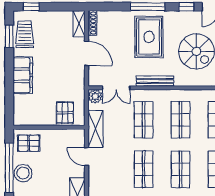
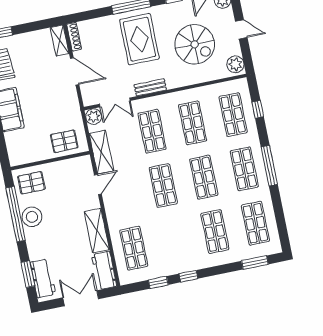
bench: (155, 81) -> (150, 87), width x0.73
pallet: (65, 113) -> (64, 141), turned 90
door: (86, 157) -> (98, 185), swing flipped

